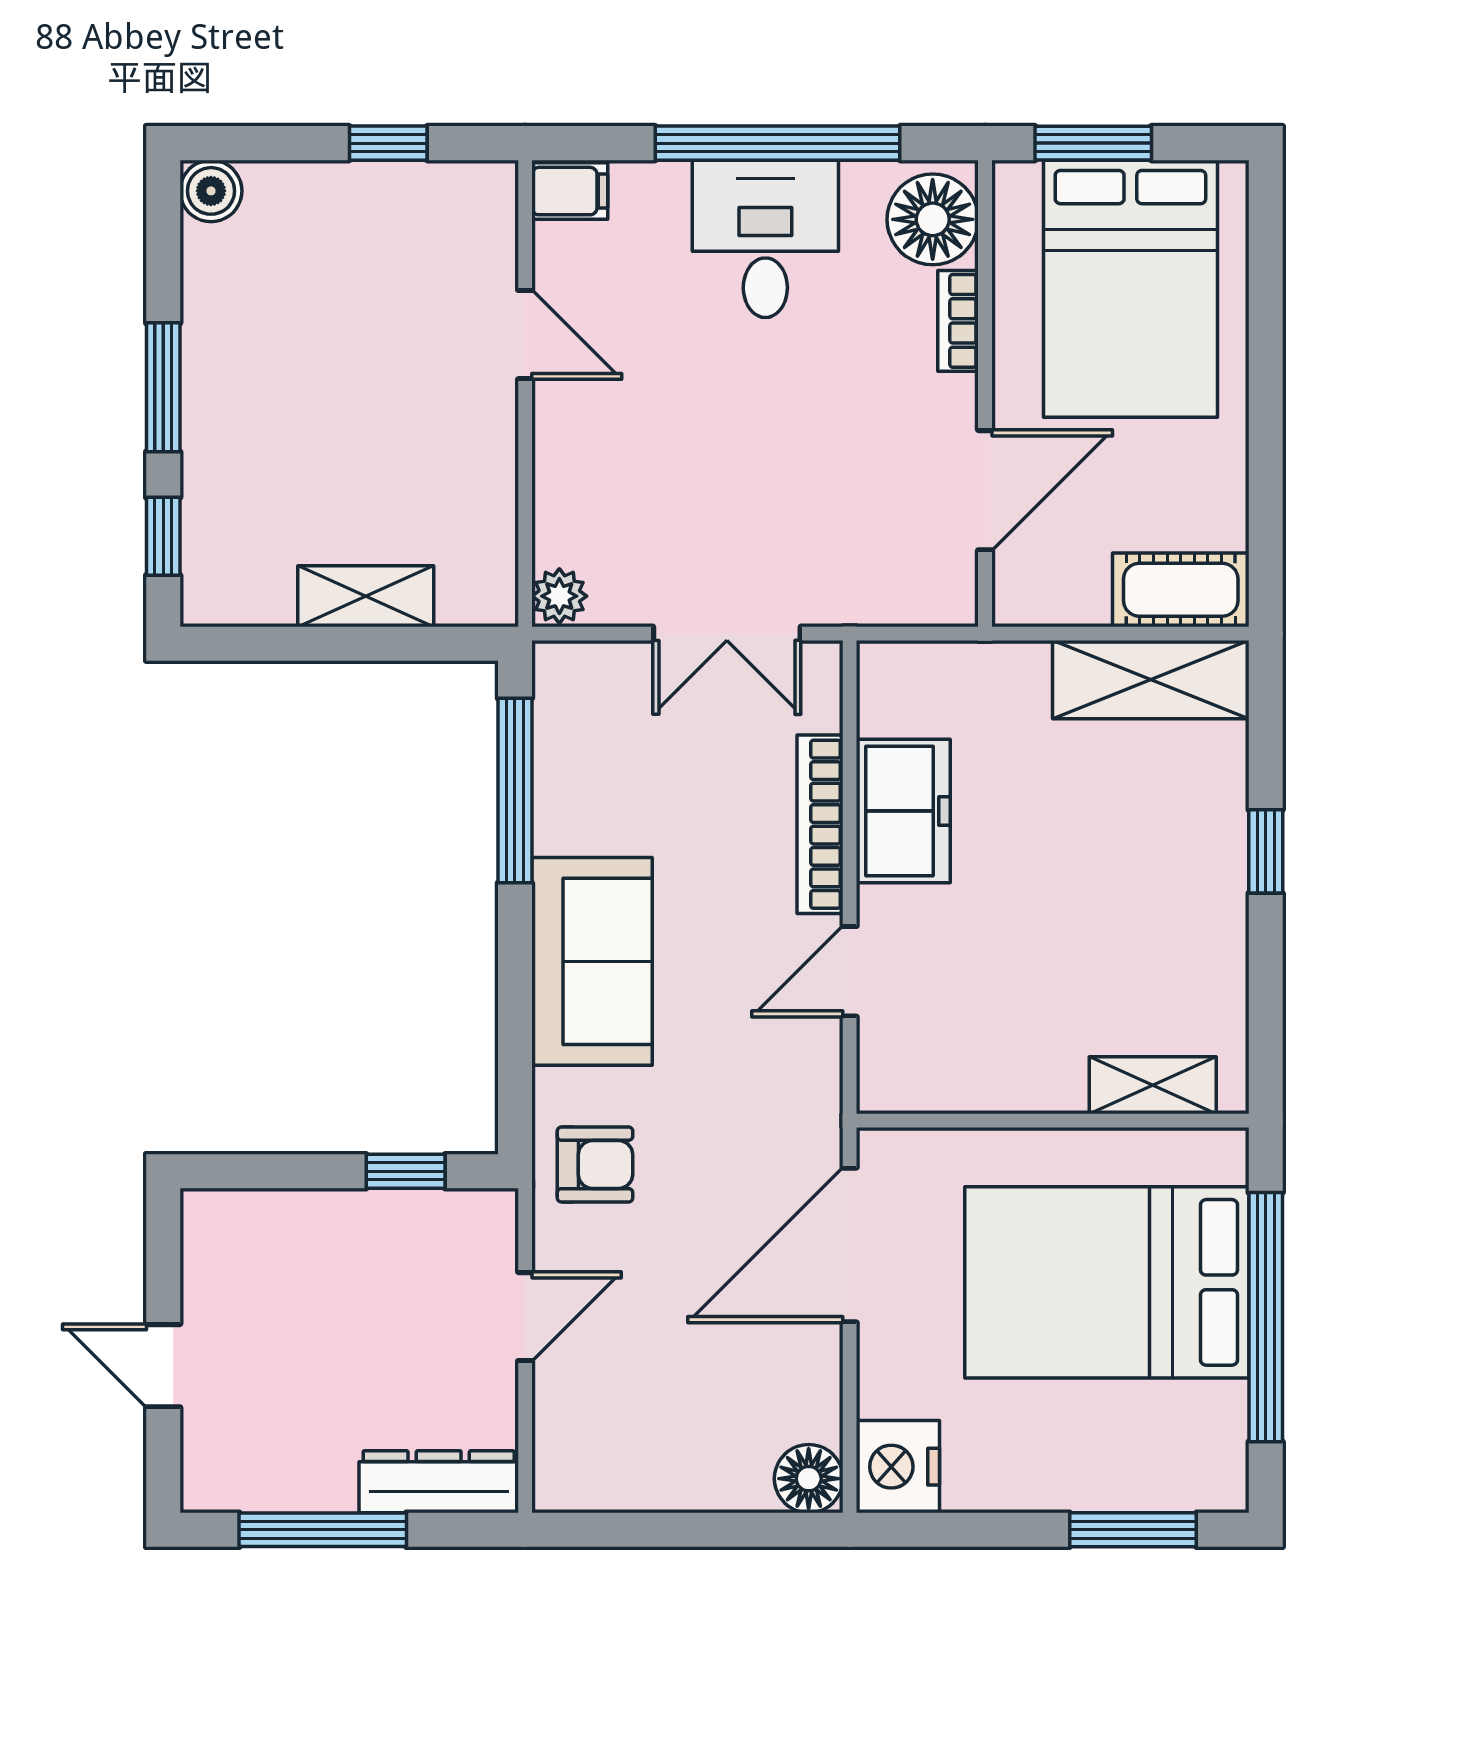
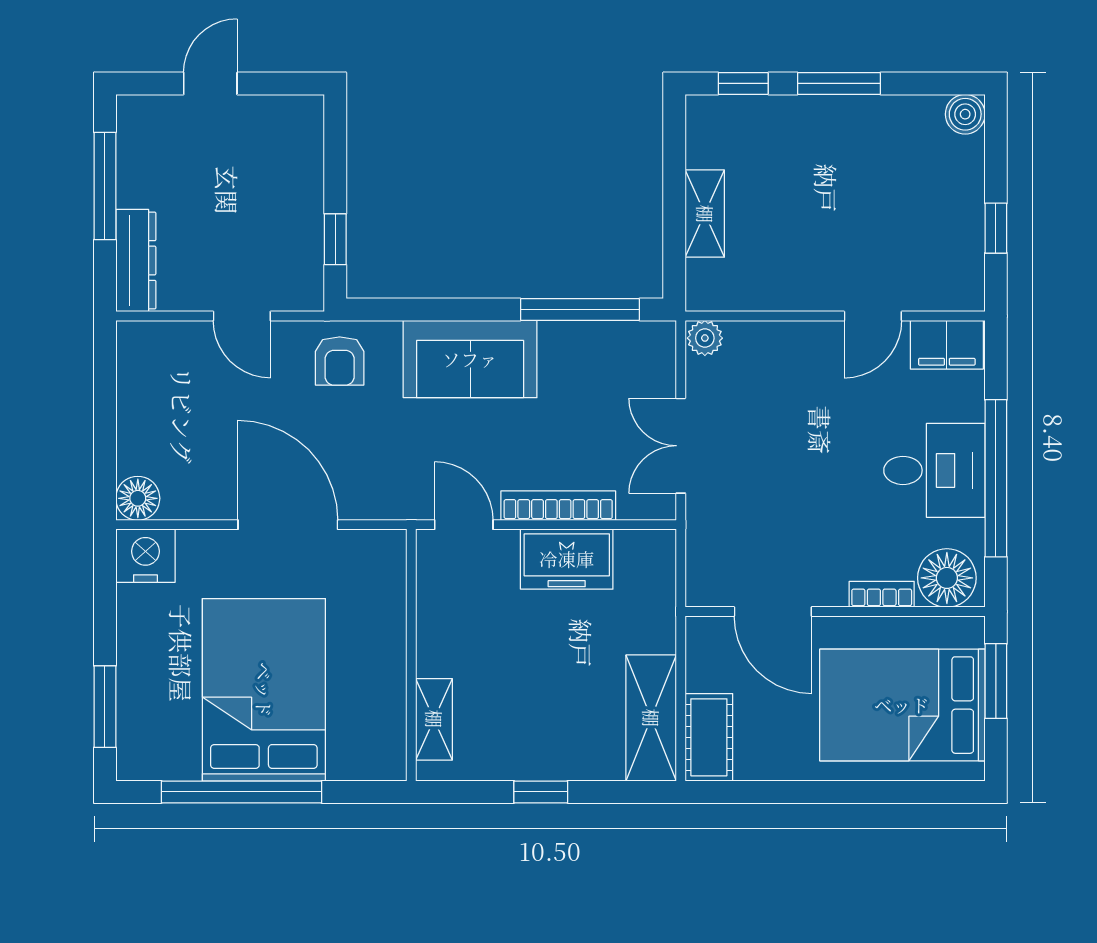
filing cabinet: (570, 191) -> (947, 345), width x2.00
shelving: (1153, 1085) -> (434, 719), moved
wall: (1053, 1121) -> (411, 655), moved

